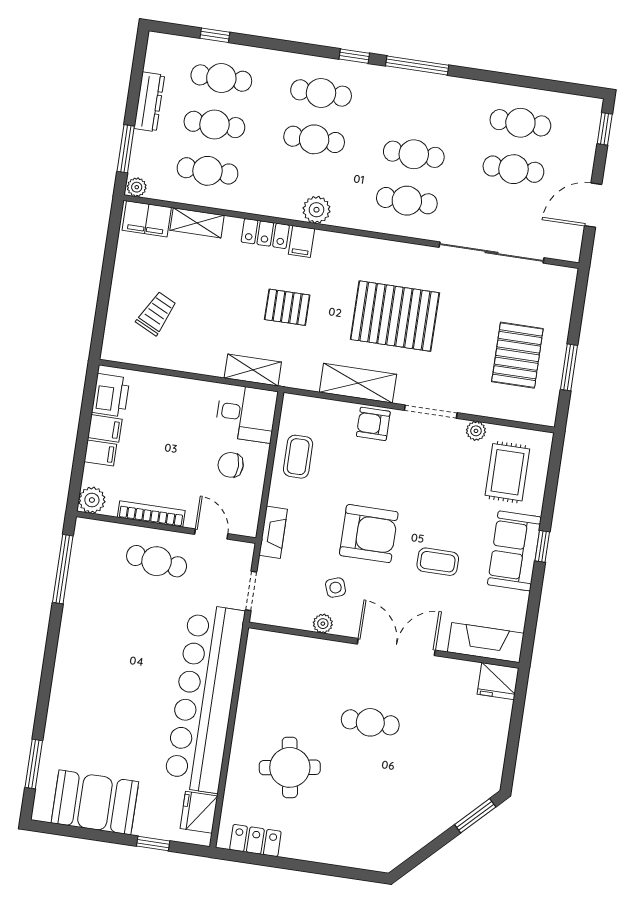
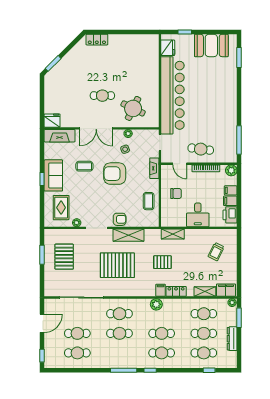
desk: (246, 413) -> (198, 215), moved, turned -90
round table: (290, 767) -> (133, 108), moved, turned 35
locker: (255, 841) -> (97, 40), moved

